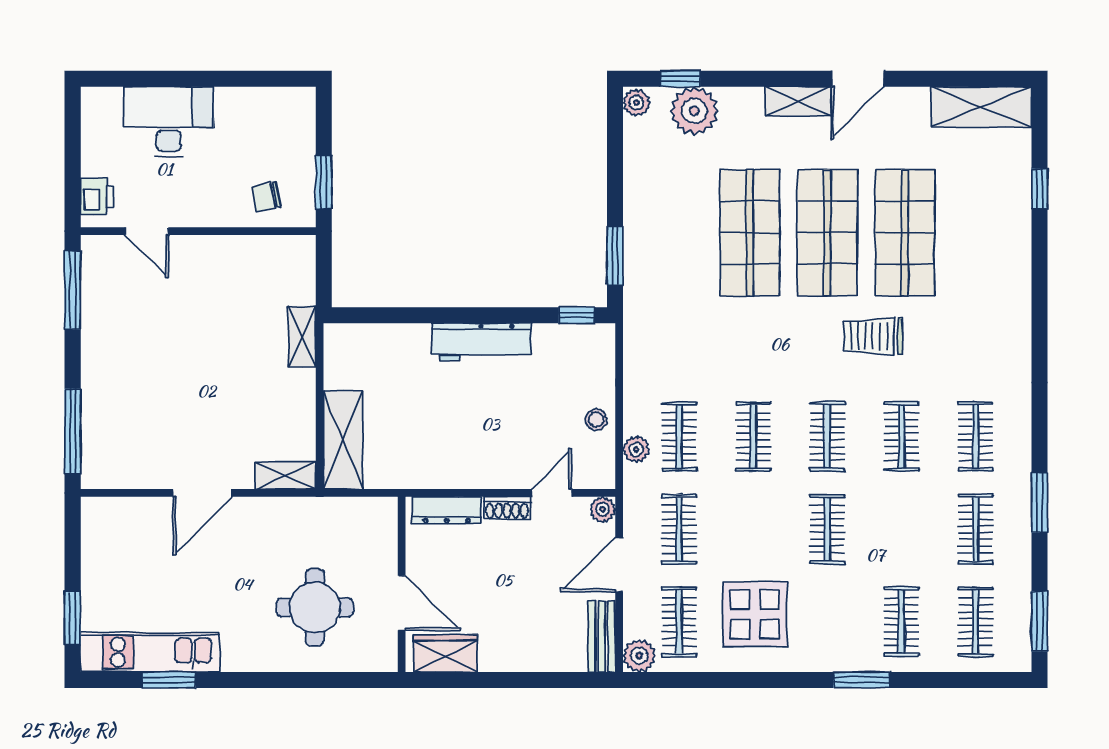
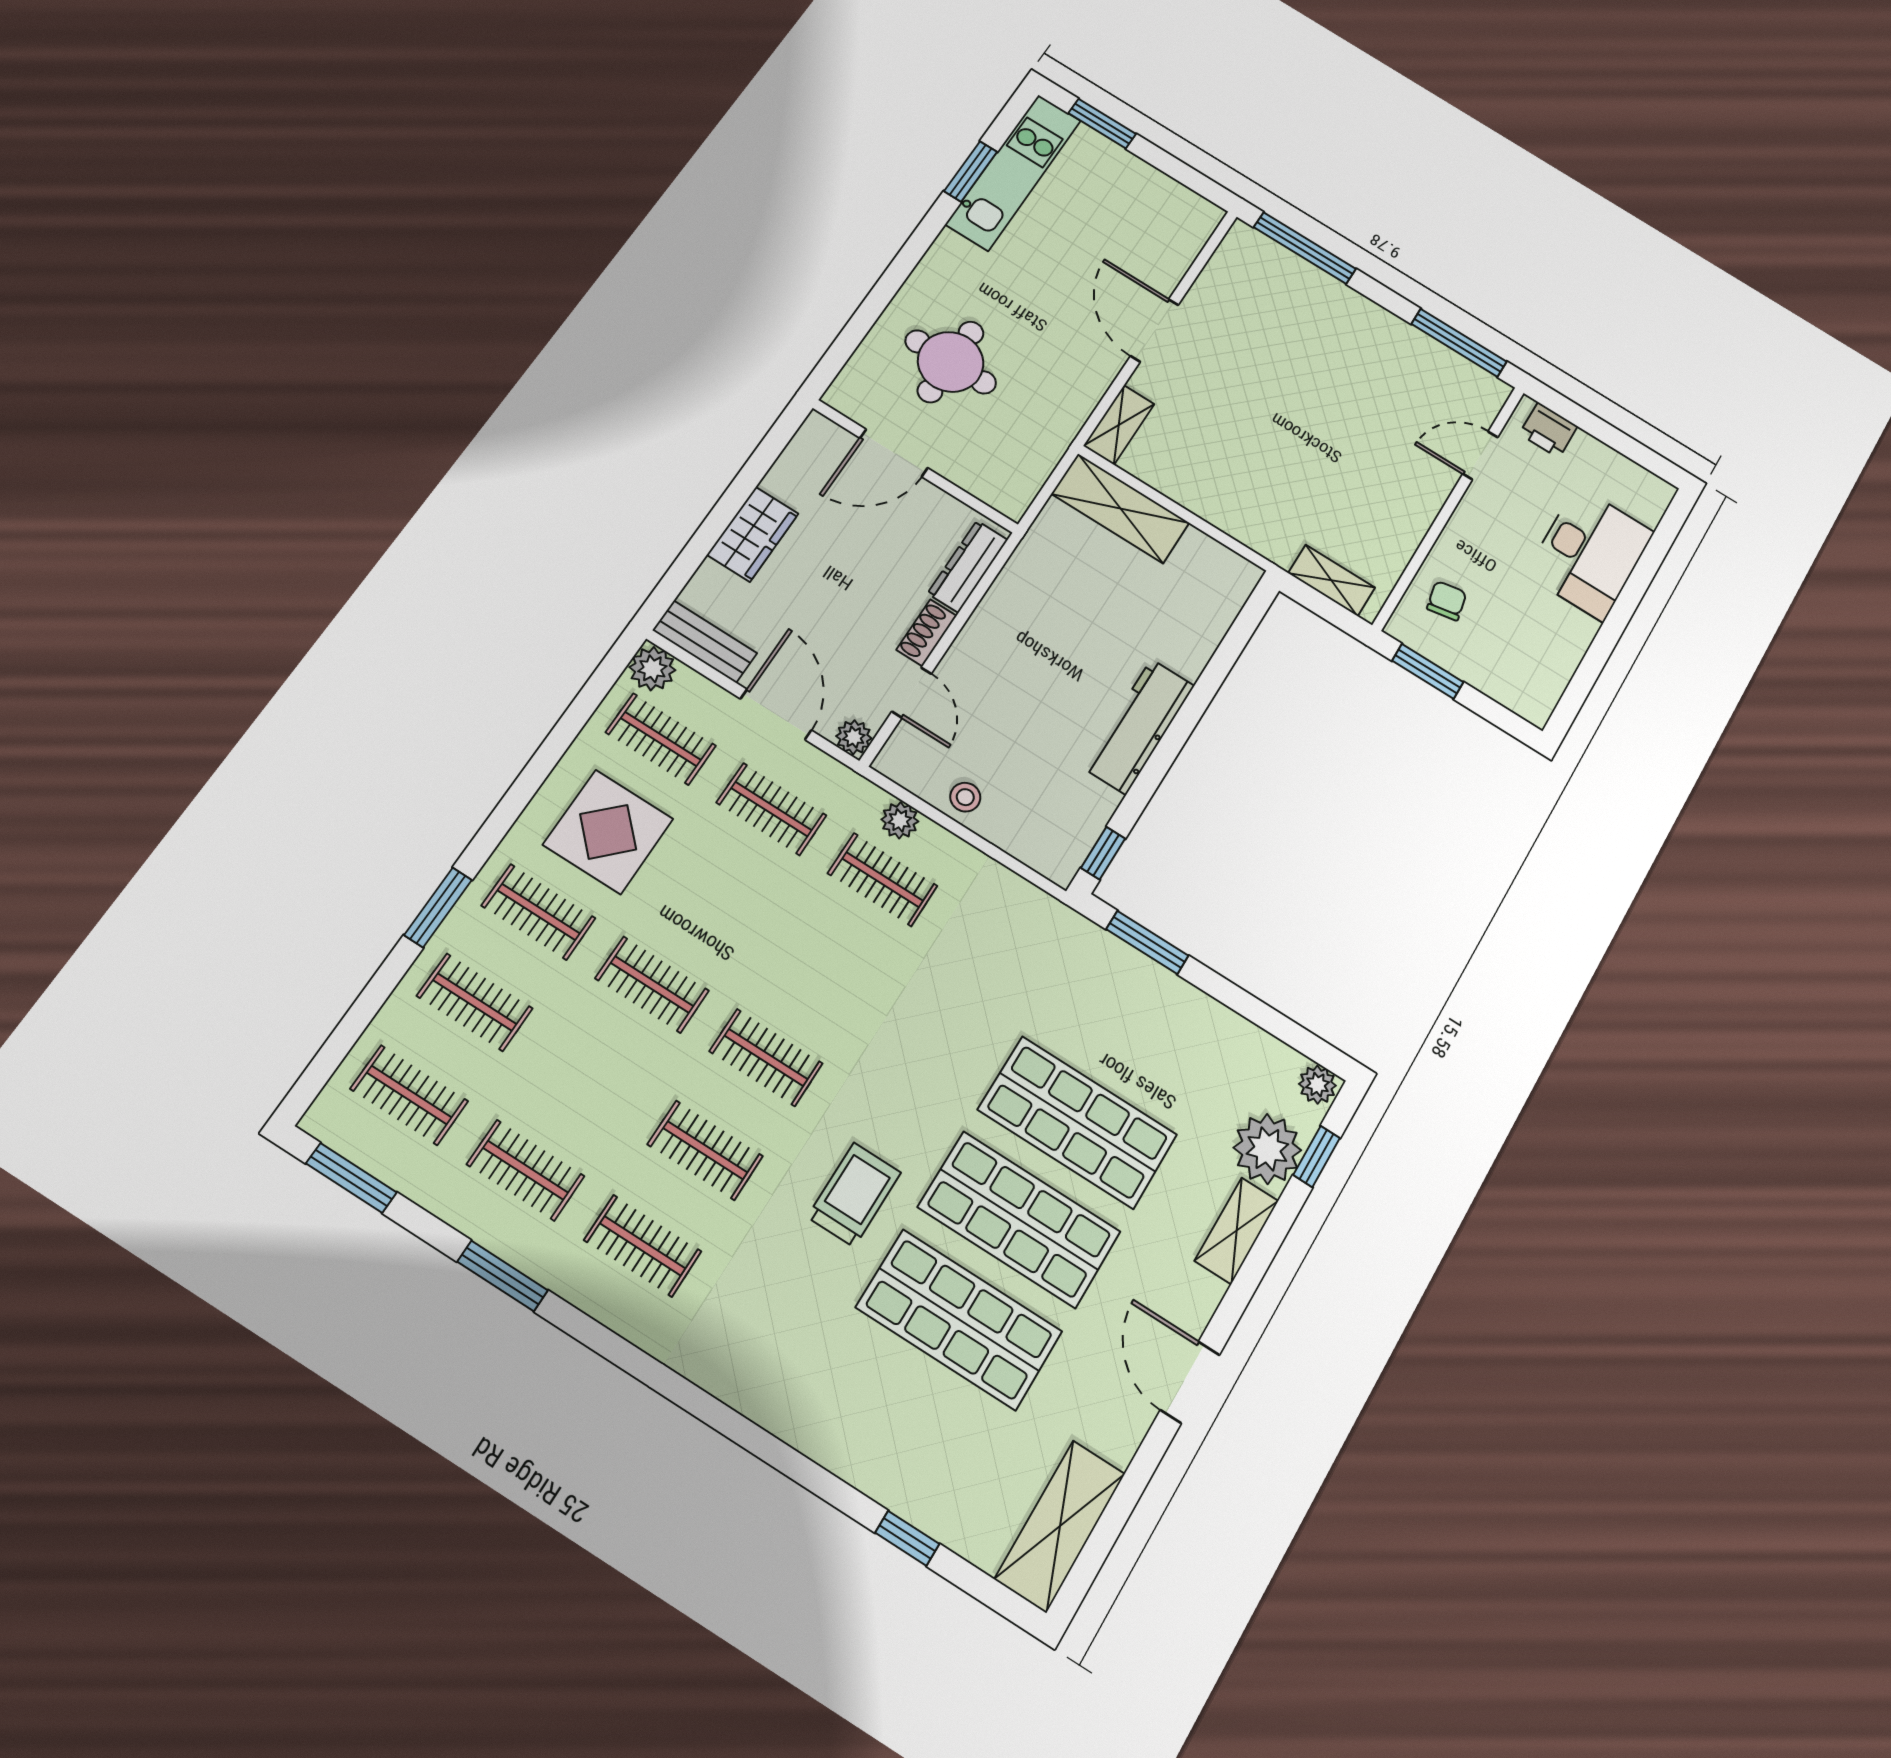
shelving: (798, 102) -> (1237, 1231), moved
shelving: (302, 337) -> (1332, 580), moved
clothes rail: (753, 437) -> (539, 912), moved
wardrobe: (445, 653) -> (753, 534), moved

